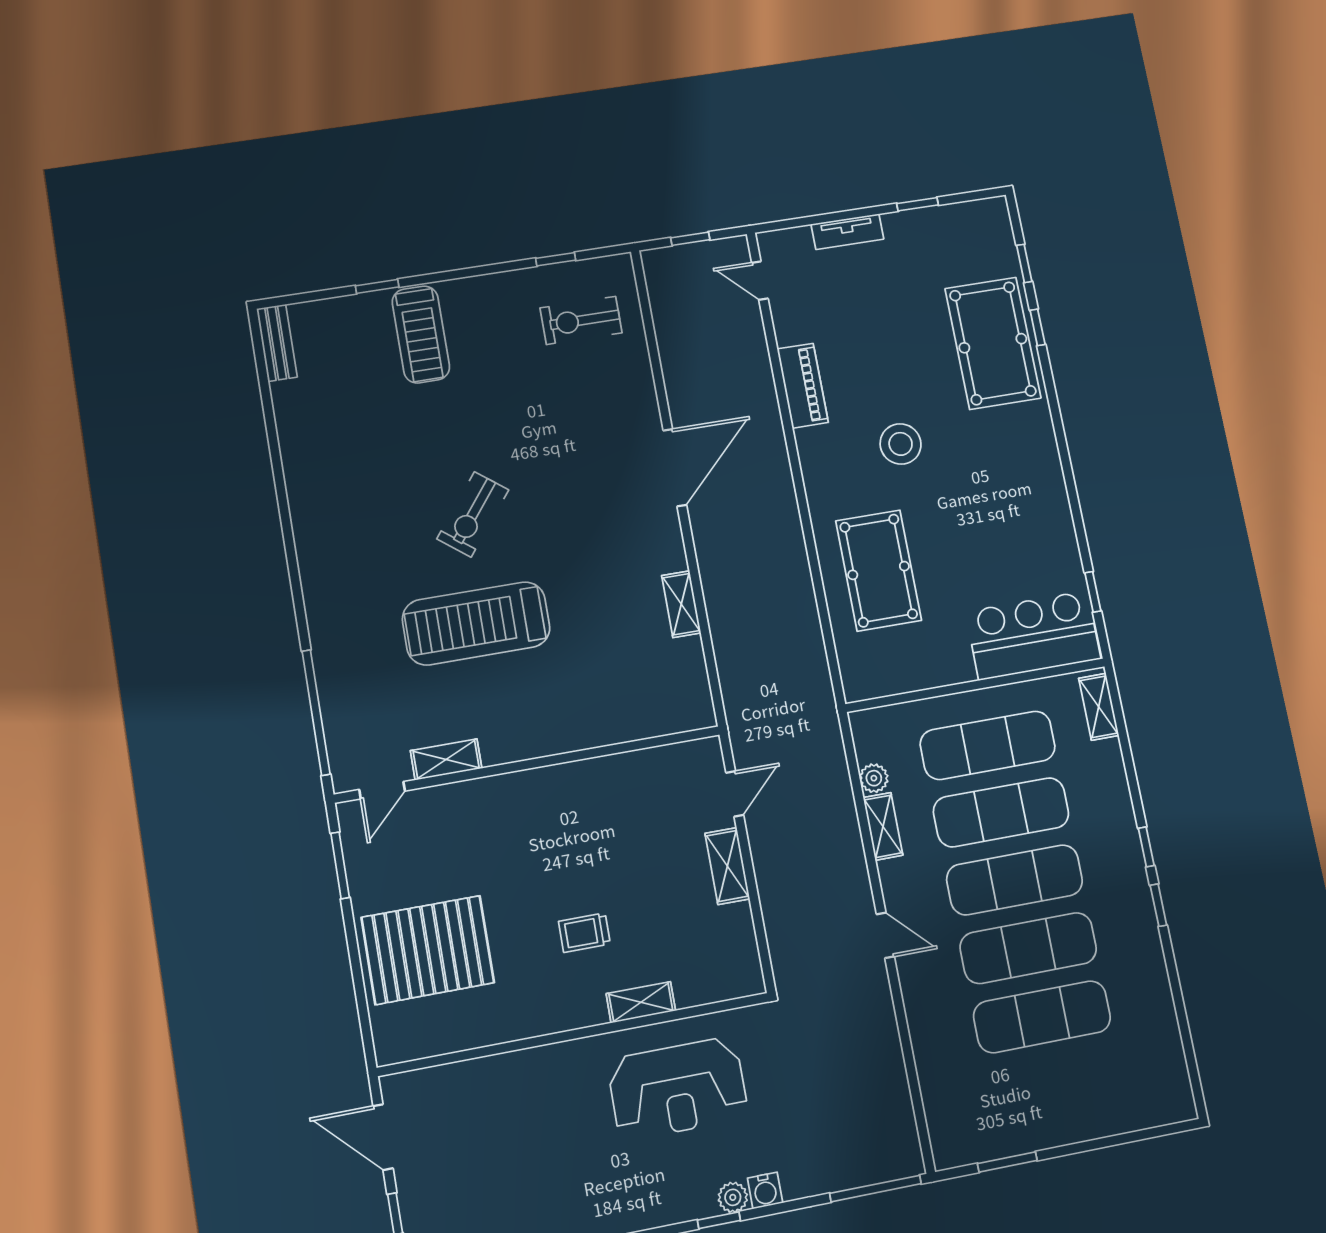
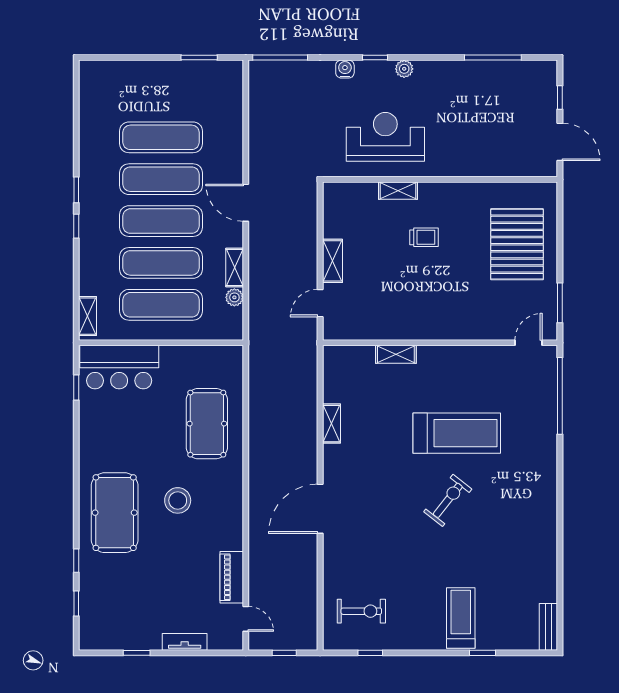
pool table: (993, 343) -> (115, 513), moved
piano: (803, 386) -> (232, 577), moved
shelving: (446, 759) -> (396, 354), moved
door: (885, 935) -> (246, 203), width x1.38
pallet: (428, 950) -> (517, 244), turned 90
plant: (733, 1197) -> (404, 69), moved

